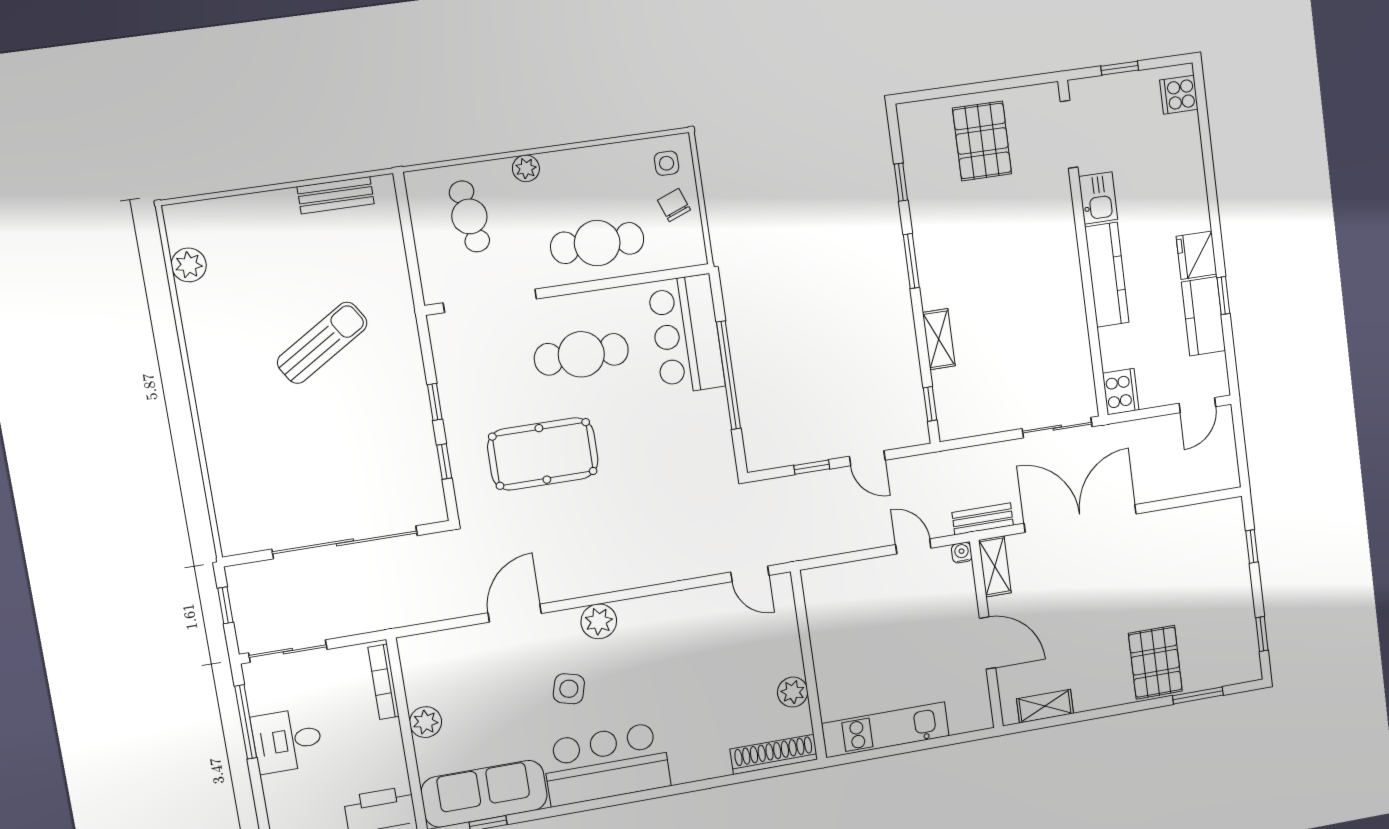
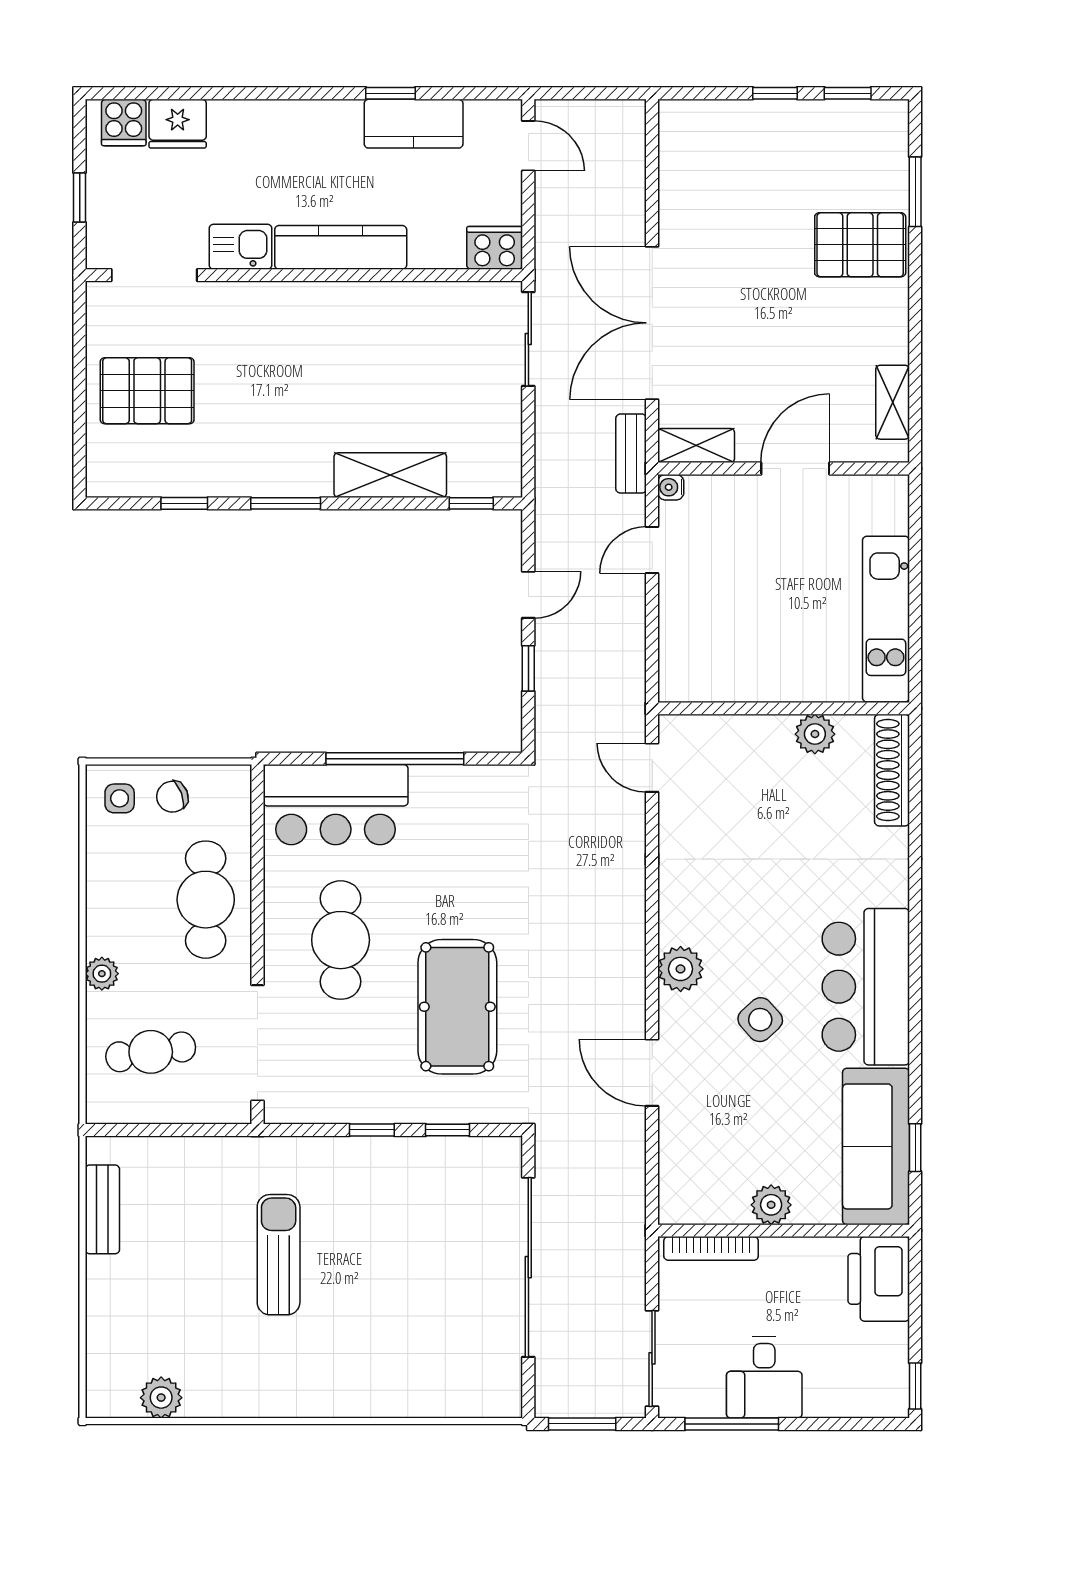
fridge: (1196, 255) -> (178, 124), moved
shelving: (939, 339) -> (390, 475), width x1.50, depth x1.33
sun lounger: (322, 343) -> (279, 1255), turned 32
window: (1252, 546) -> (775, 93), moved
door: (750, 574) -> (652, 768), swing flipped
window: (225, 605) -> (582, 1424), width x1.50
side table: (569, 689) -> (760, 1020), turned 33

